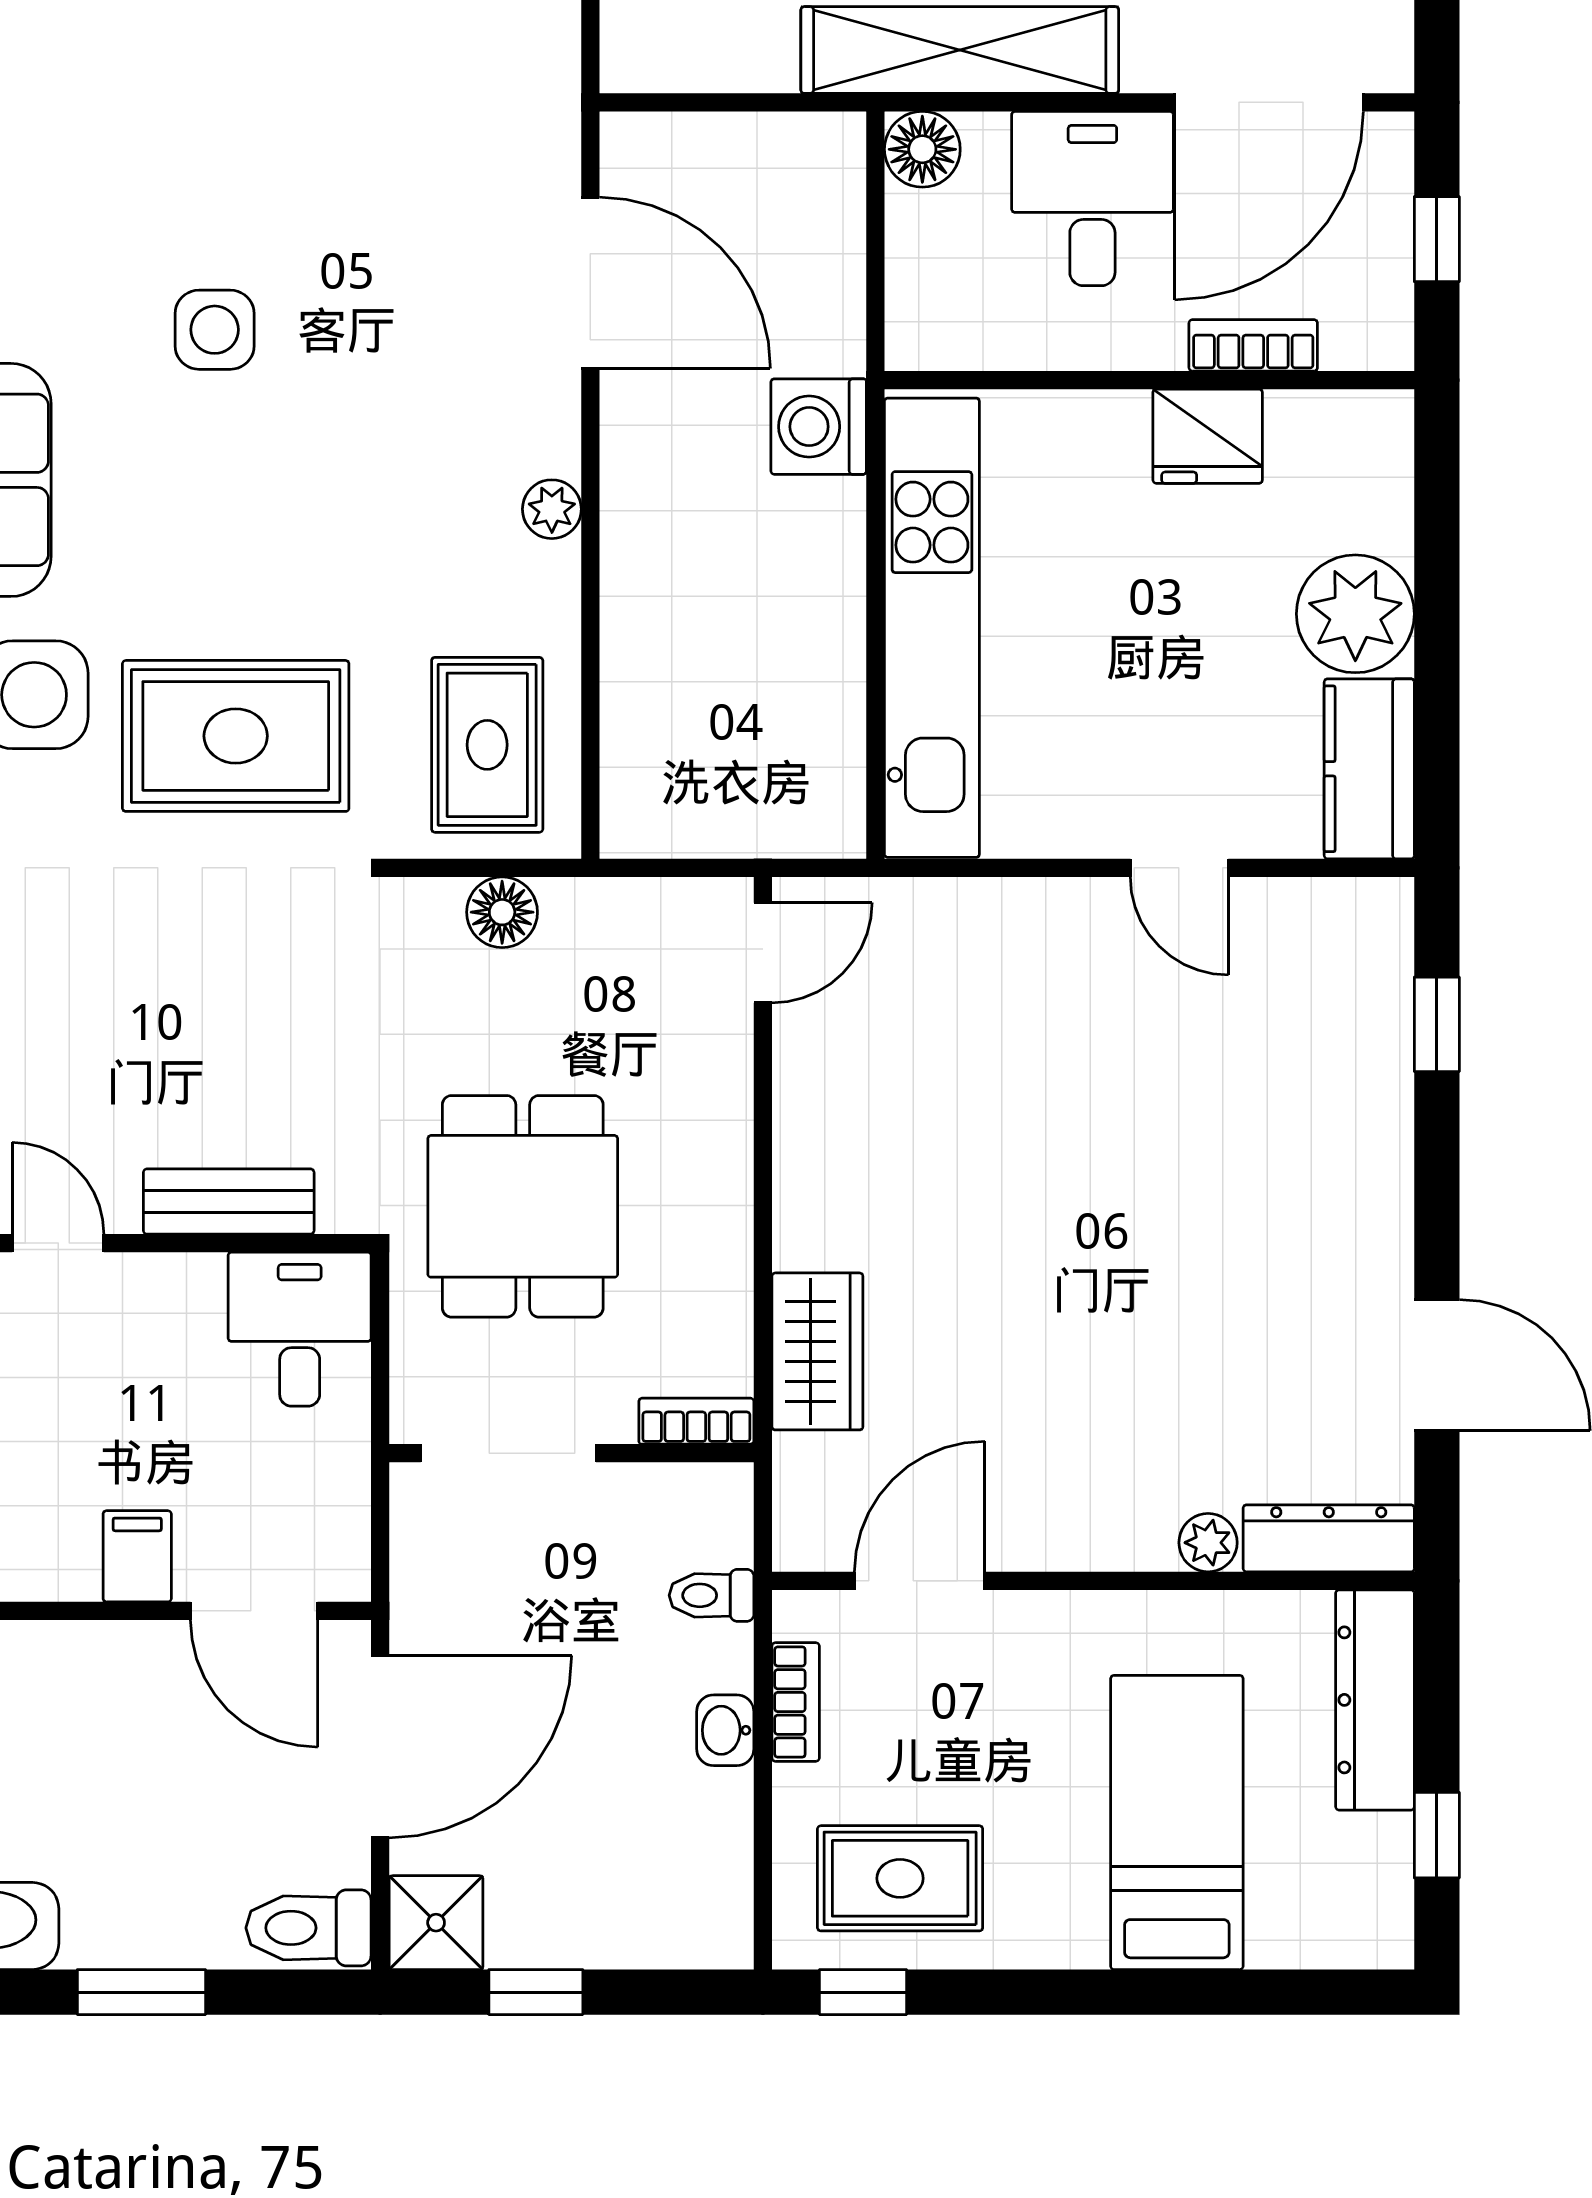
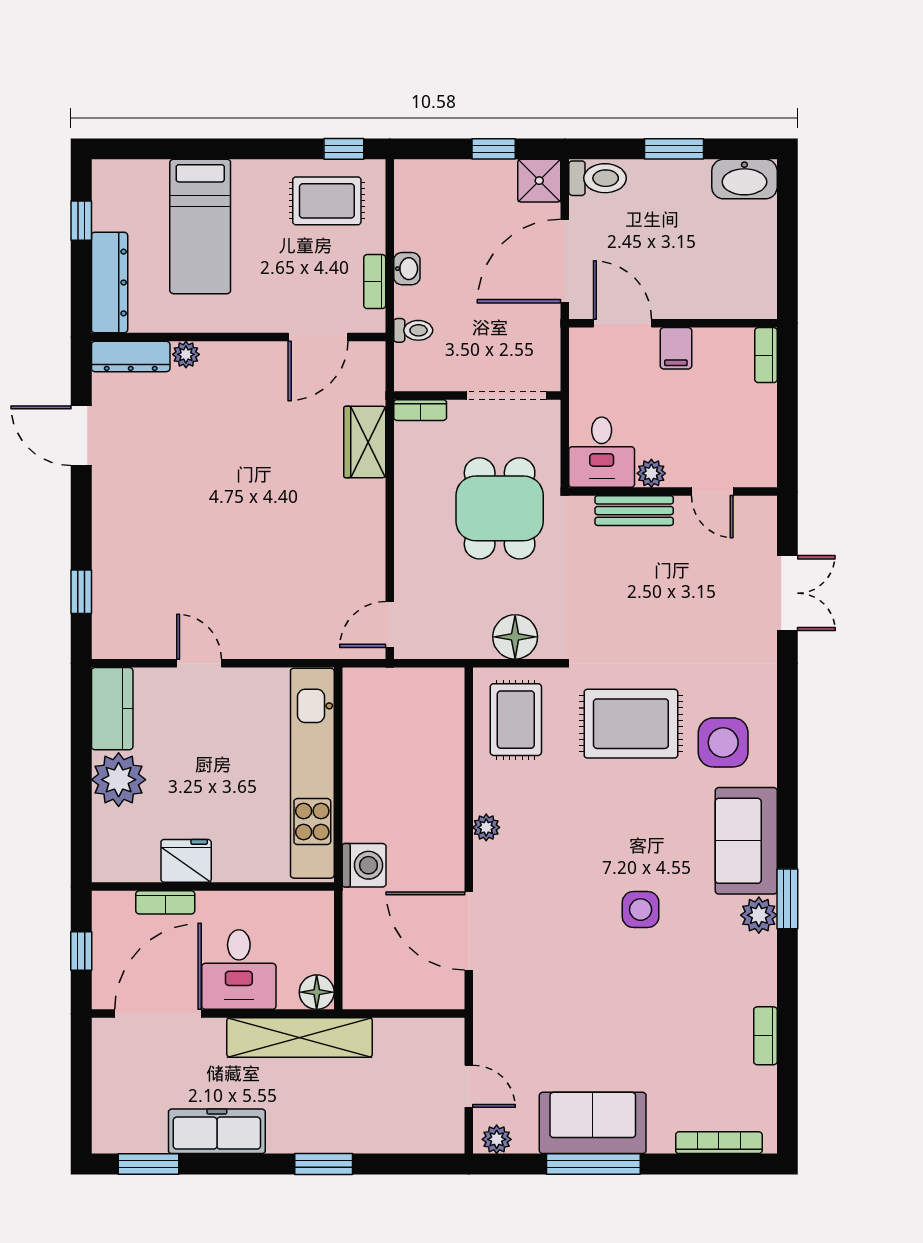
floor lamp: (502, 912) -> (515, 637), width x1.38, depth x1.38
plant: (191, 1283) -> (651, 473), added

